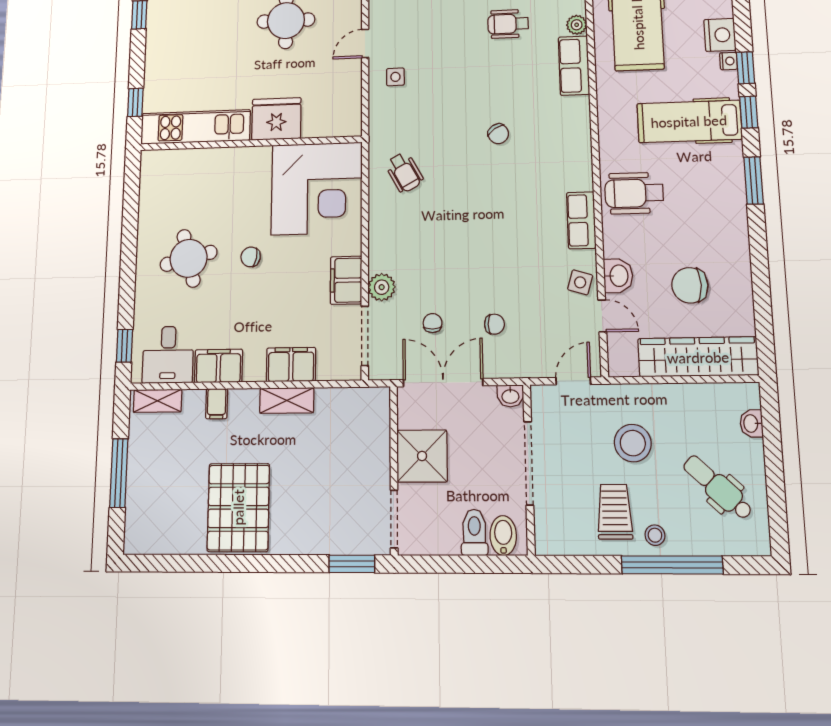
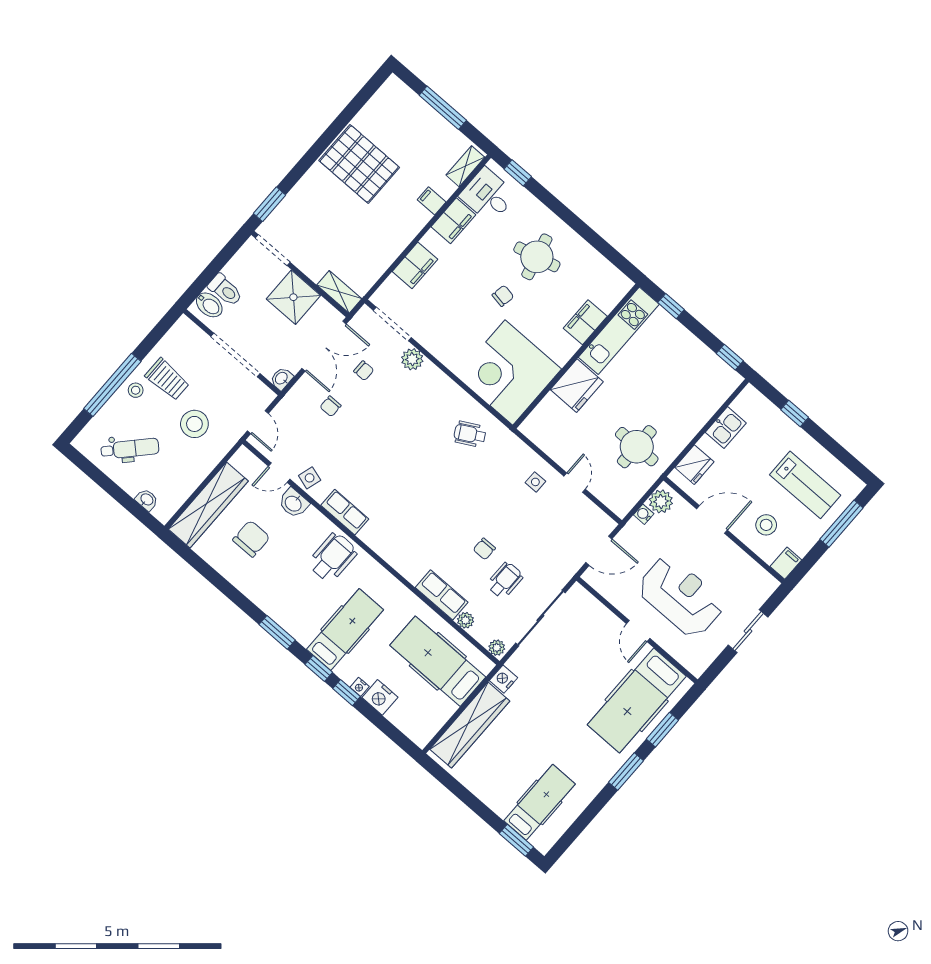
chair: (498, 134) -> (484, 549), moved, turned -56
filing cabinet: (346, 280) -> (585, 322), moved, turned -90
shelving: (287, 400) -> (339, 292), moved, turned 90

